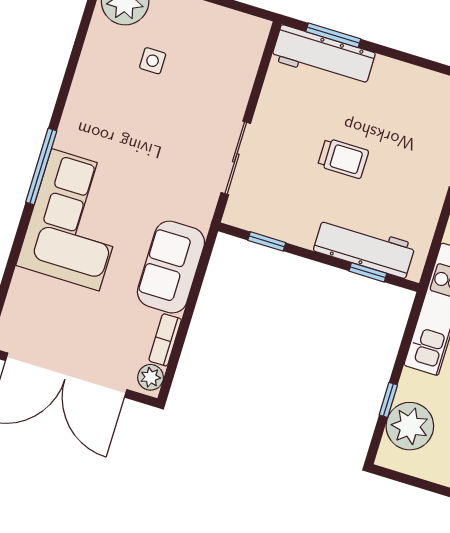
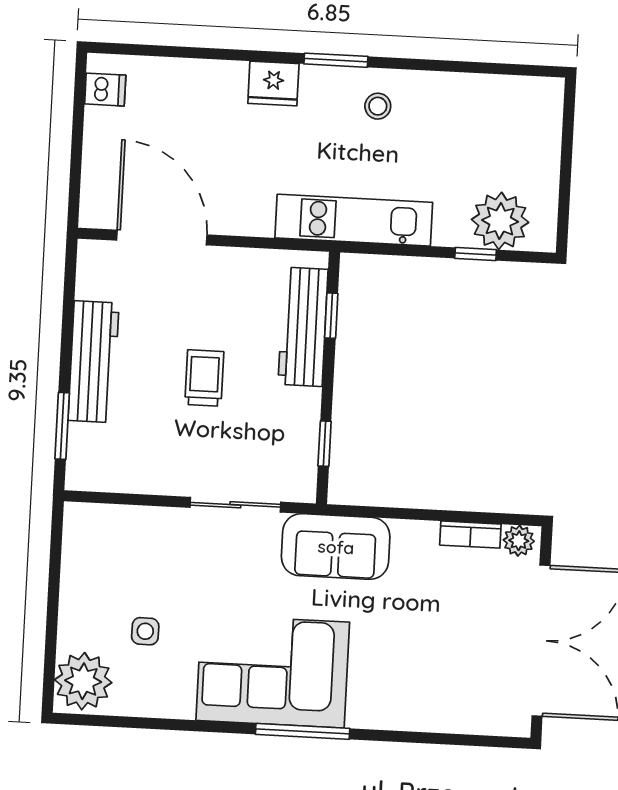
workbench: (323, 56) -> (94, 362), moved
corner sofa: (75, 220) -> (273, 671), moved
sofa: (171, 267) -> (336, 547), moved

